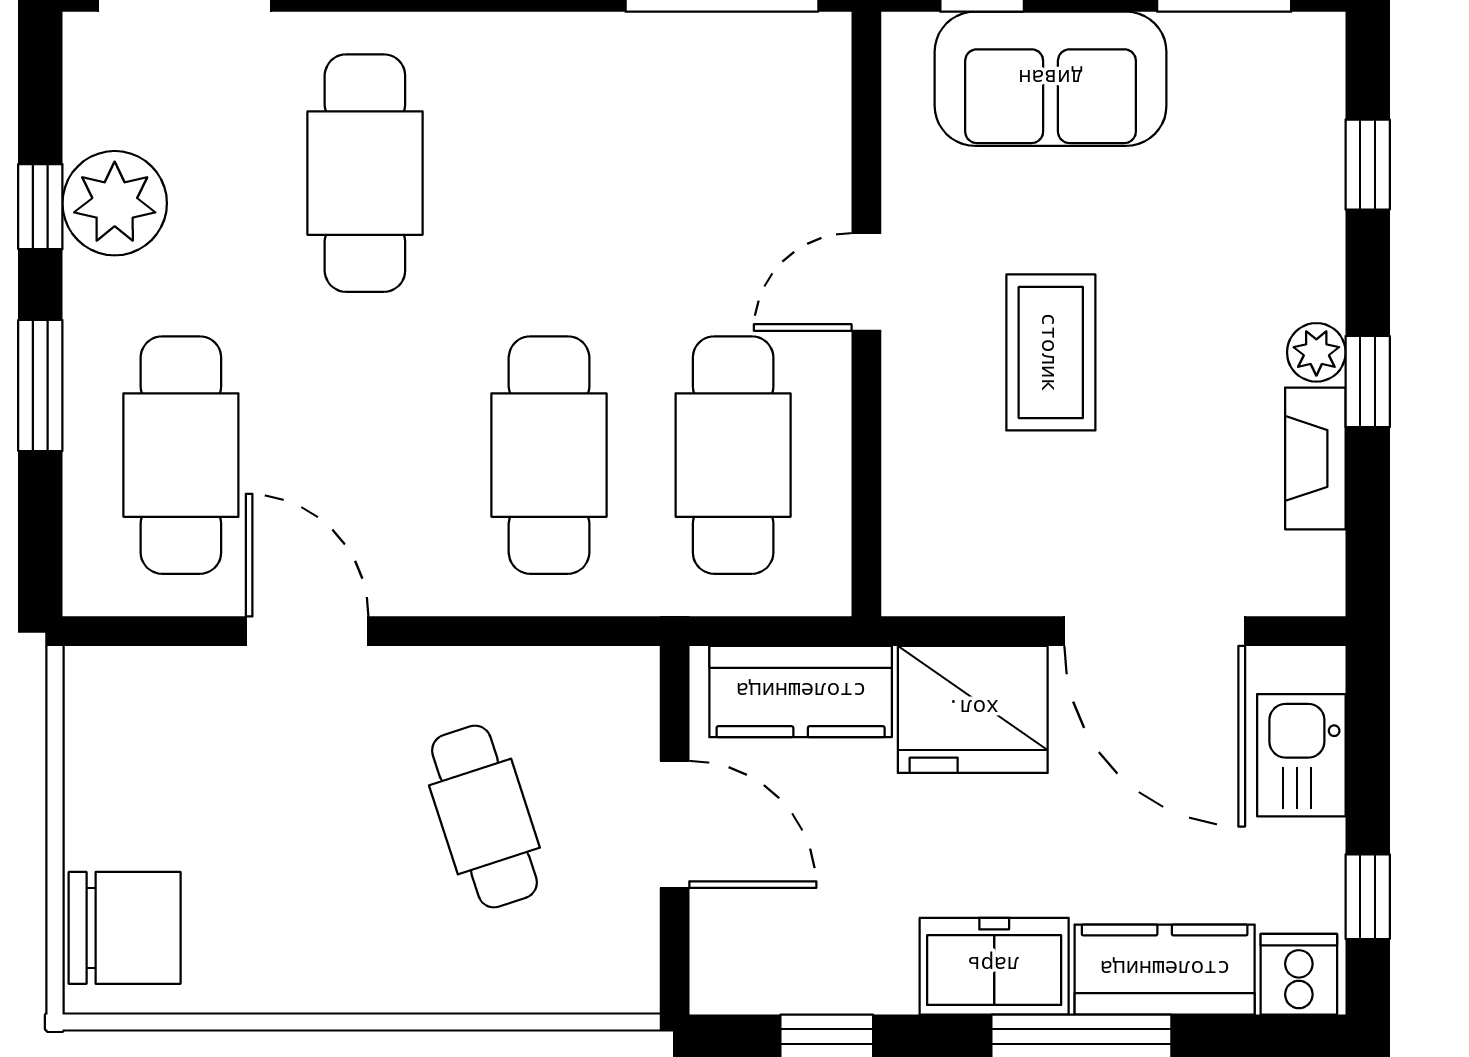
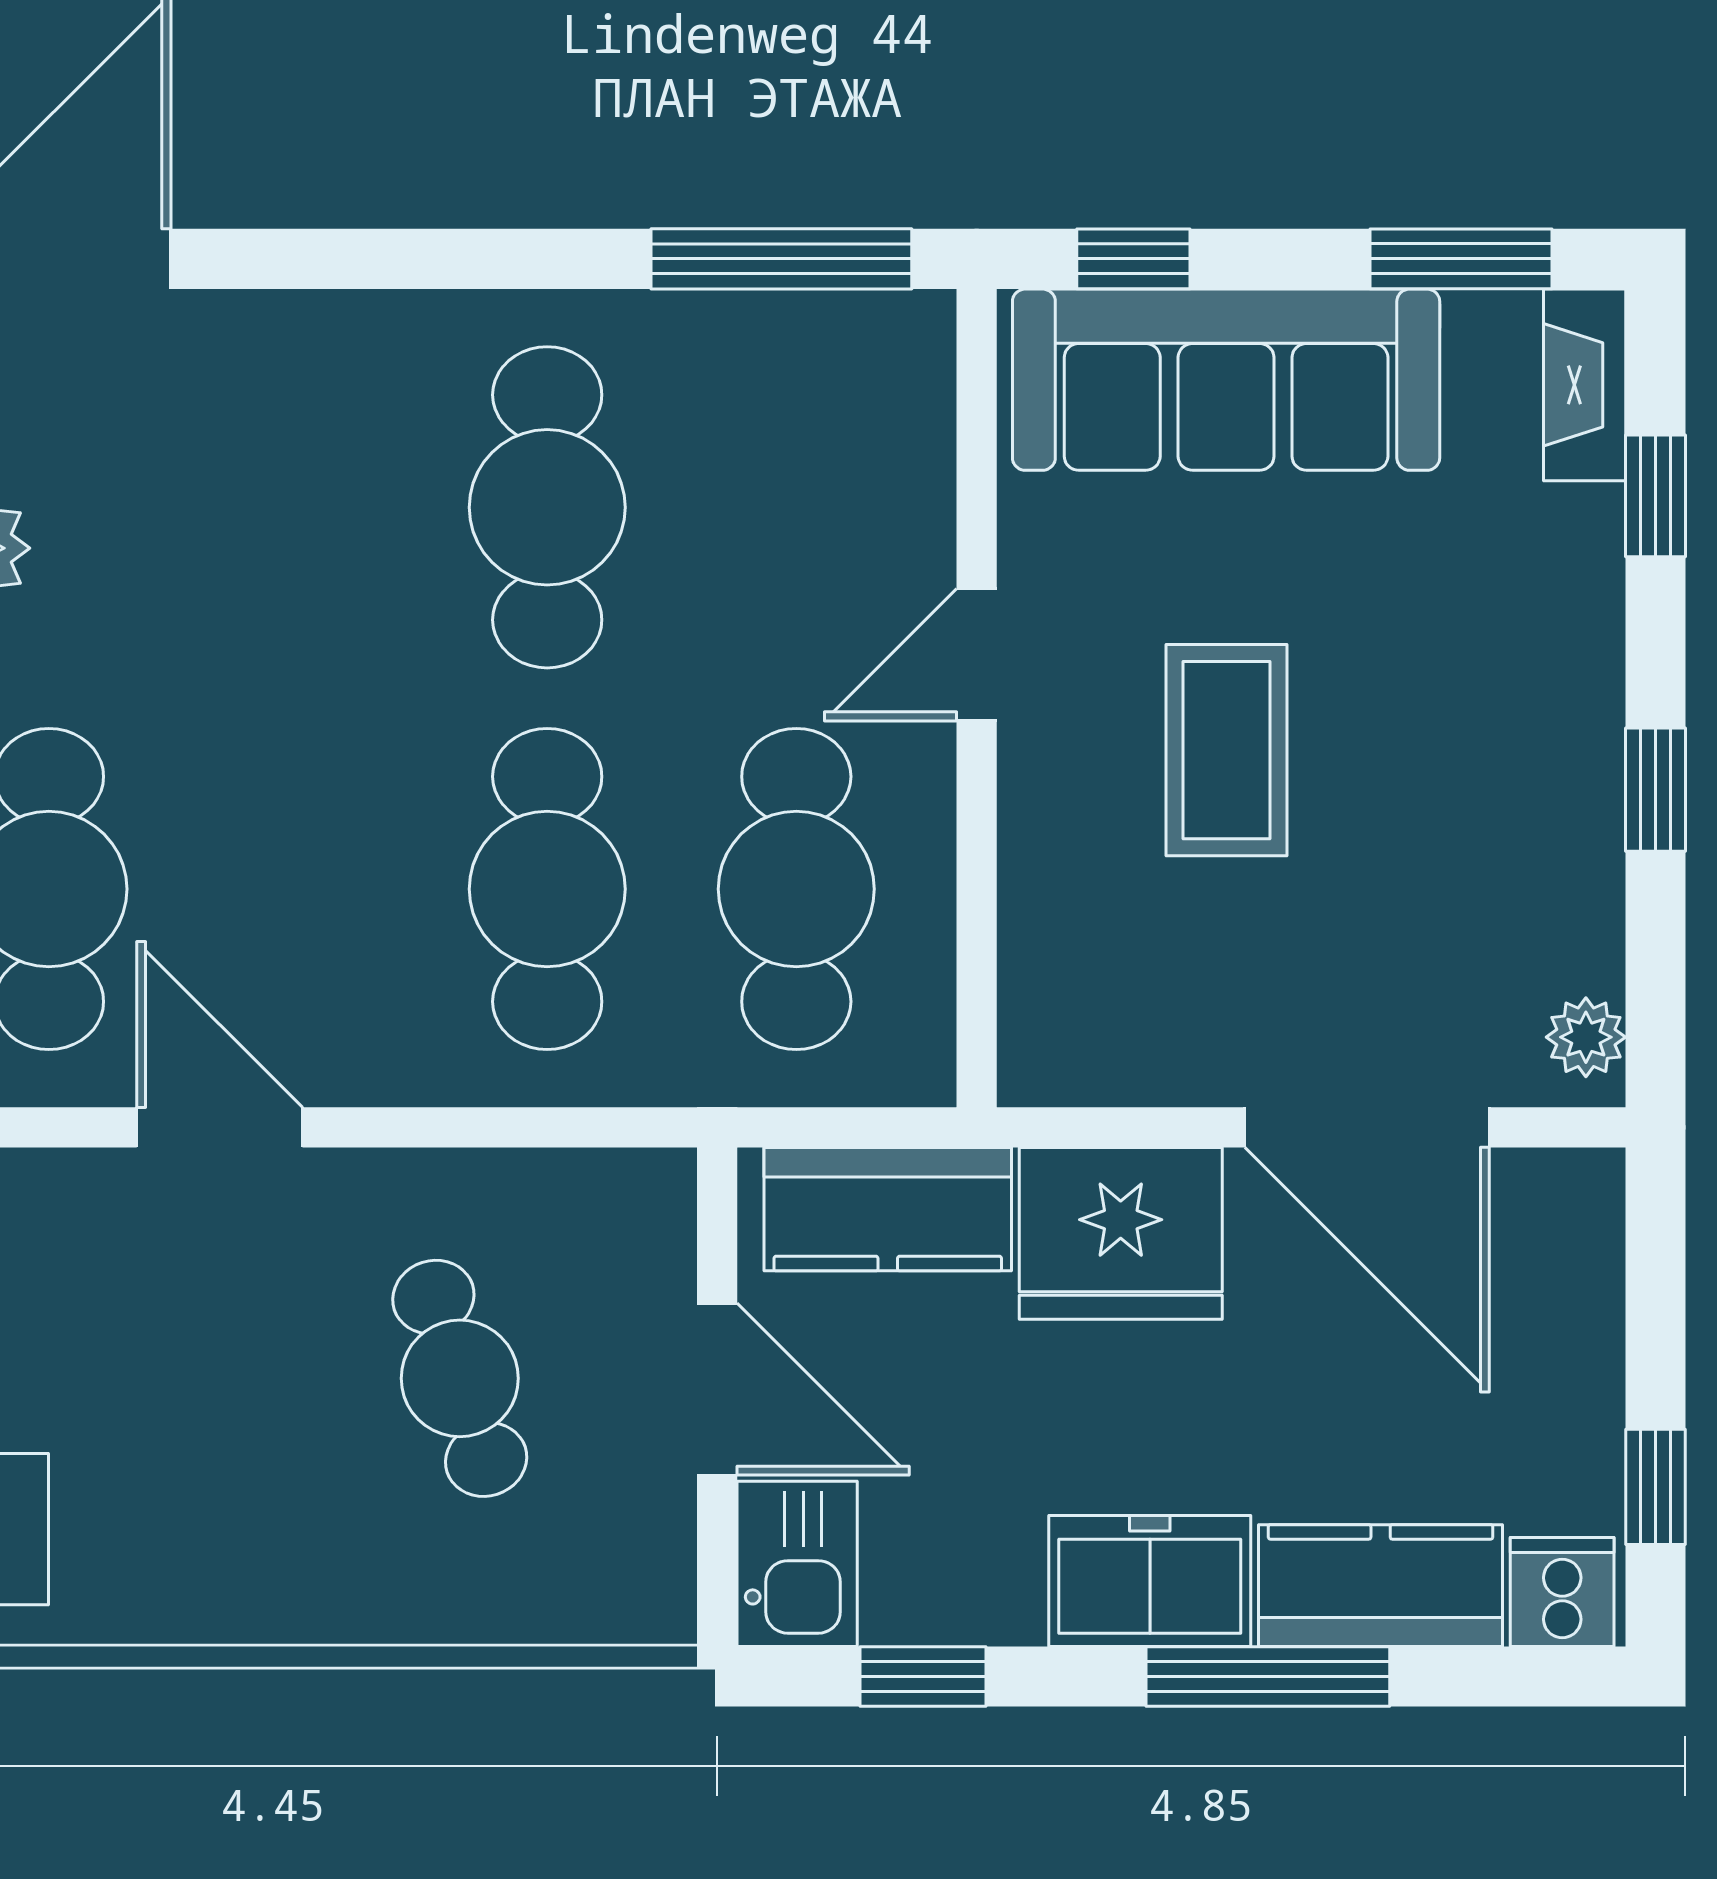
sofa: (1051, 79) -> (1226, 380), width x1.36
cafe table: (365, 173) -> (547, 507), moved
plant: (1316, 352) -> (1586, 1037), moved
fireplace: (1315, 458) -> (1585, 385), moved
kitchen sink: (1301, 755) -> (797, 1564), moved, turned 180

